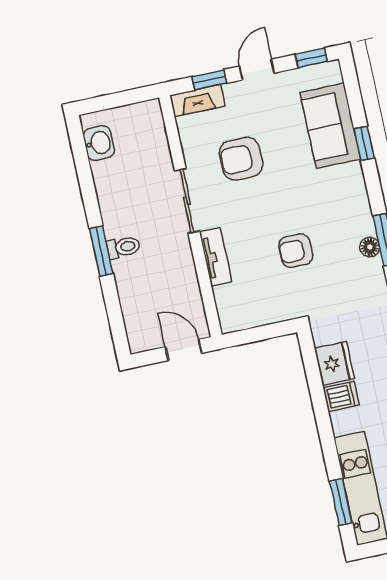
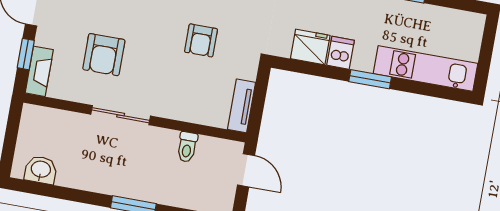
toilet: (123, 247) -> (187, 147), moved, turned 180
tv unit: (216, 257) -> (241, 106), moved, turned -90
door: (184, 350) -> (246, 170), swing flipped
window: (341, 502) -> (370, 79), moved

